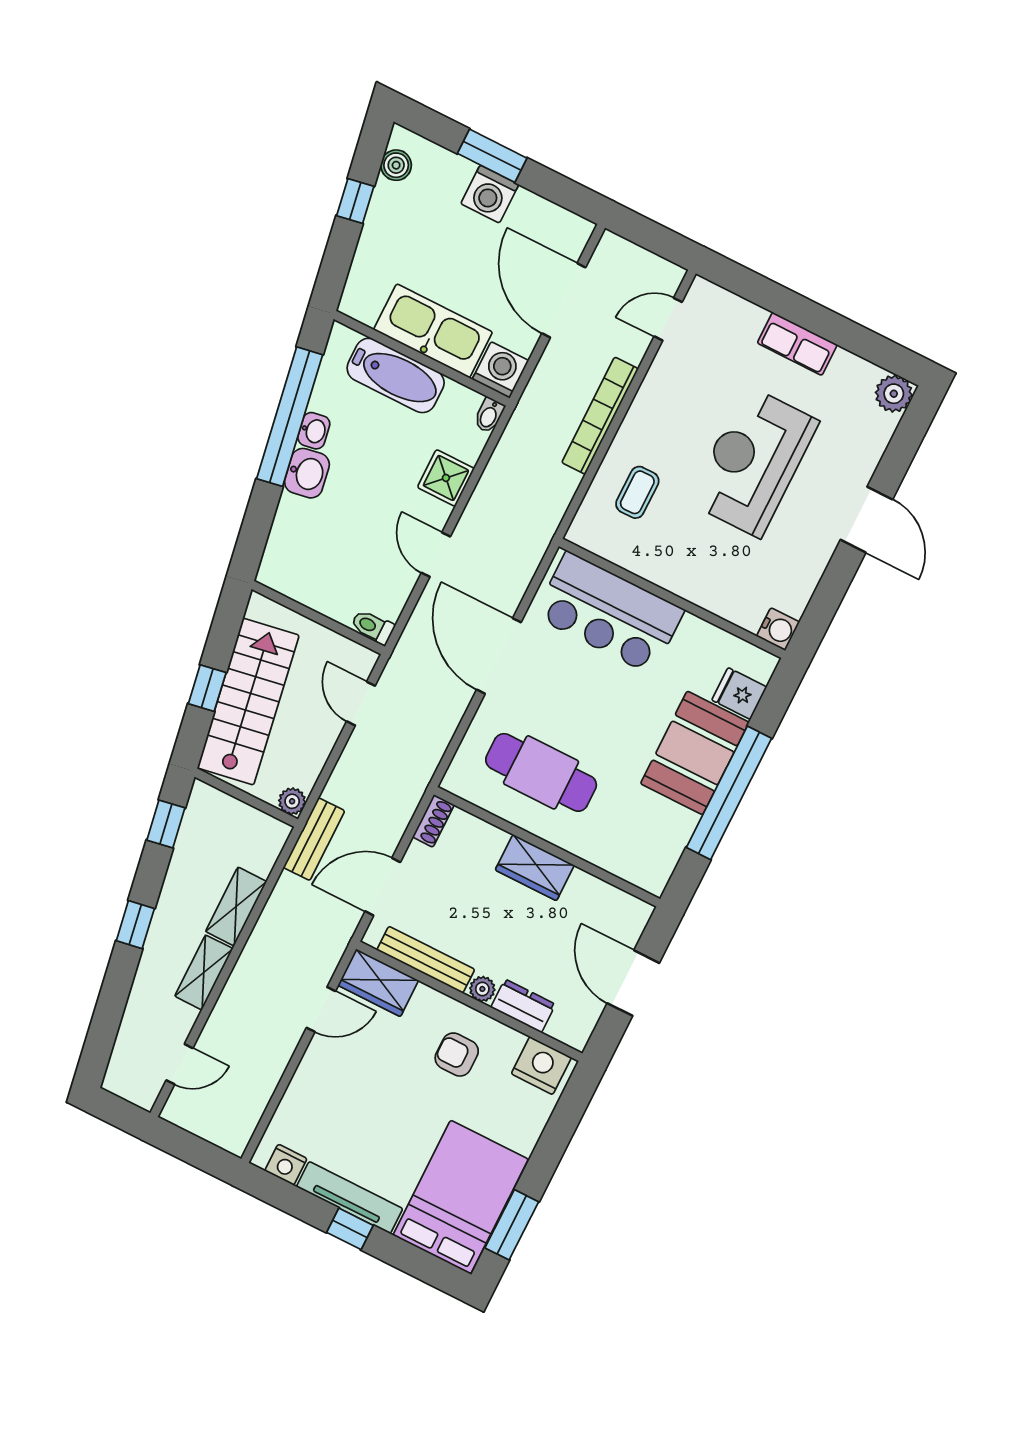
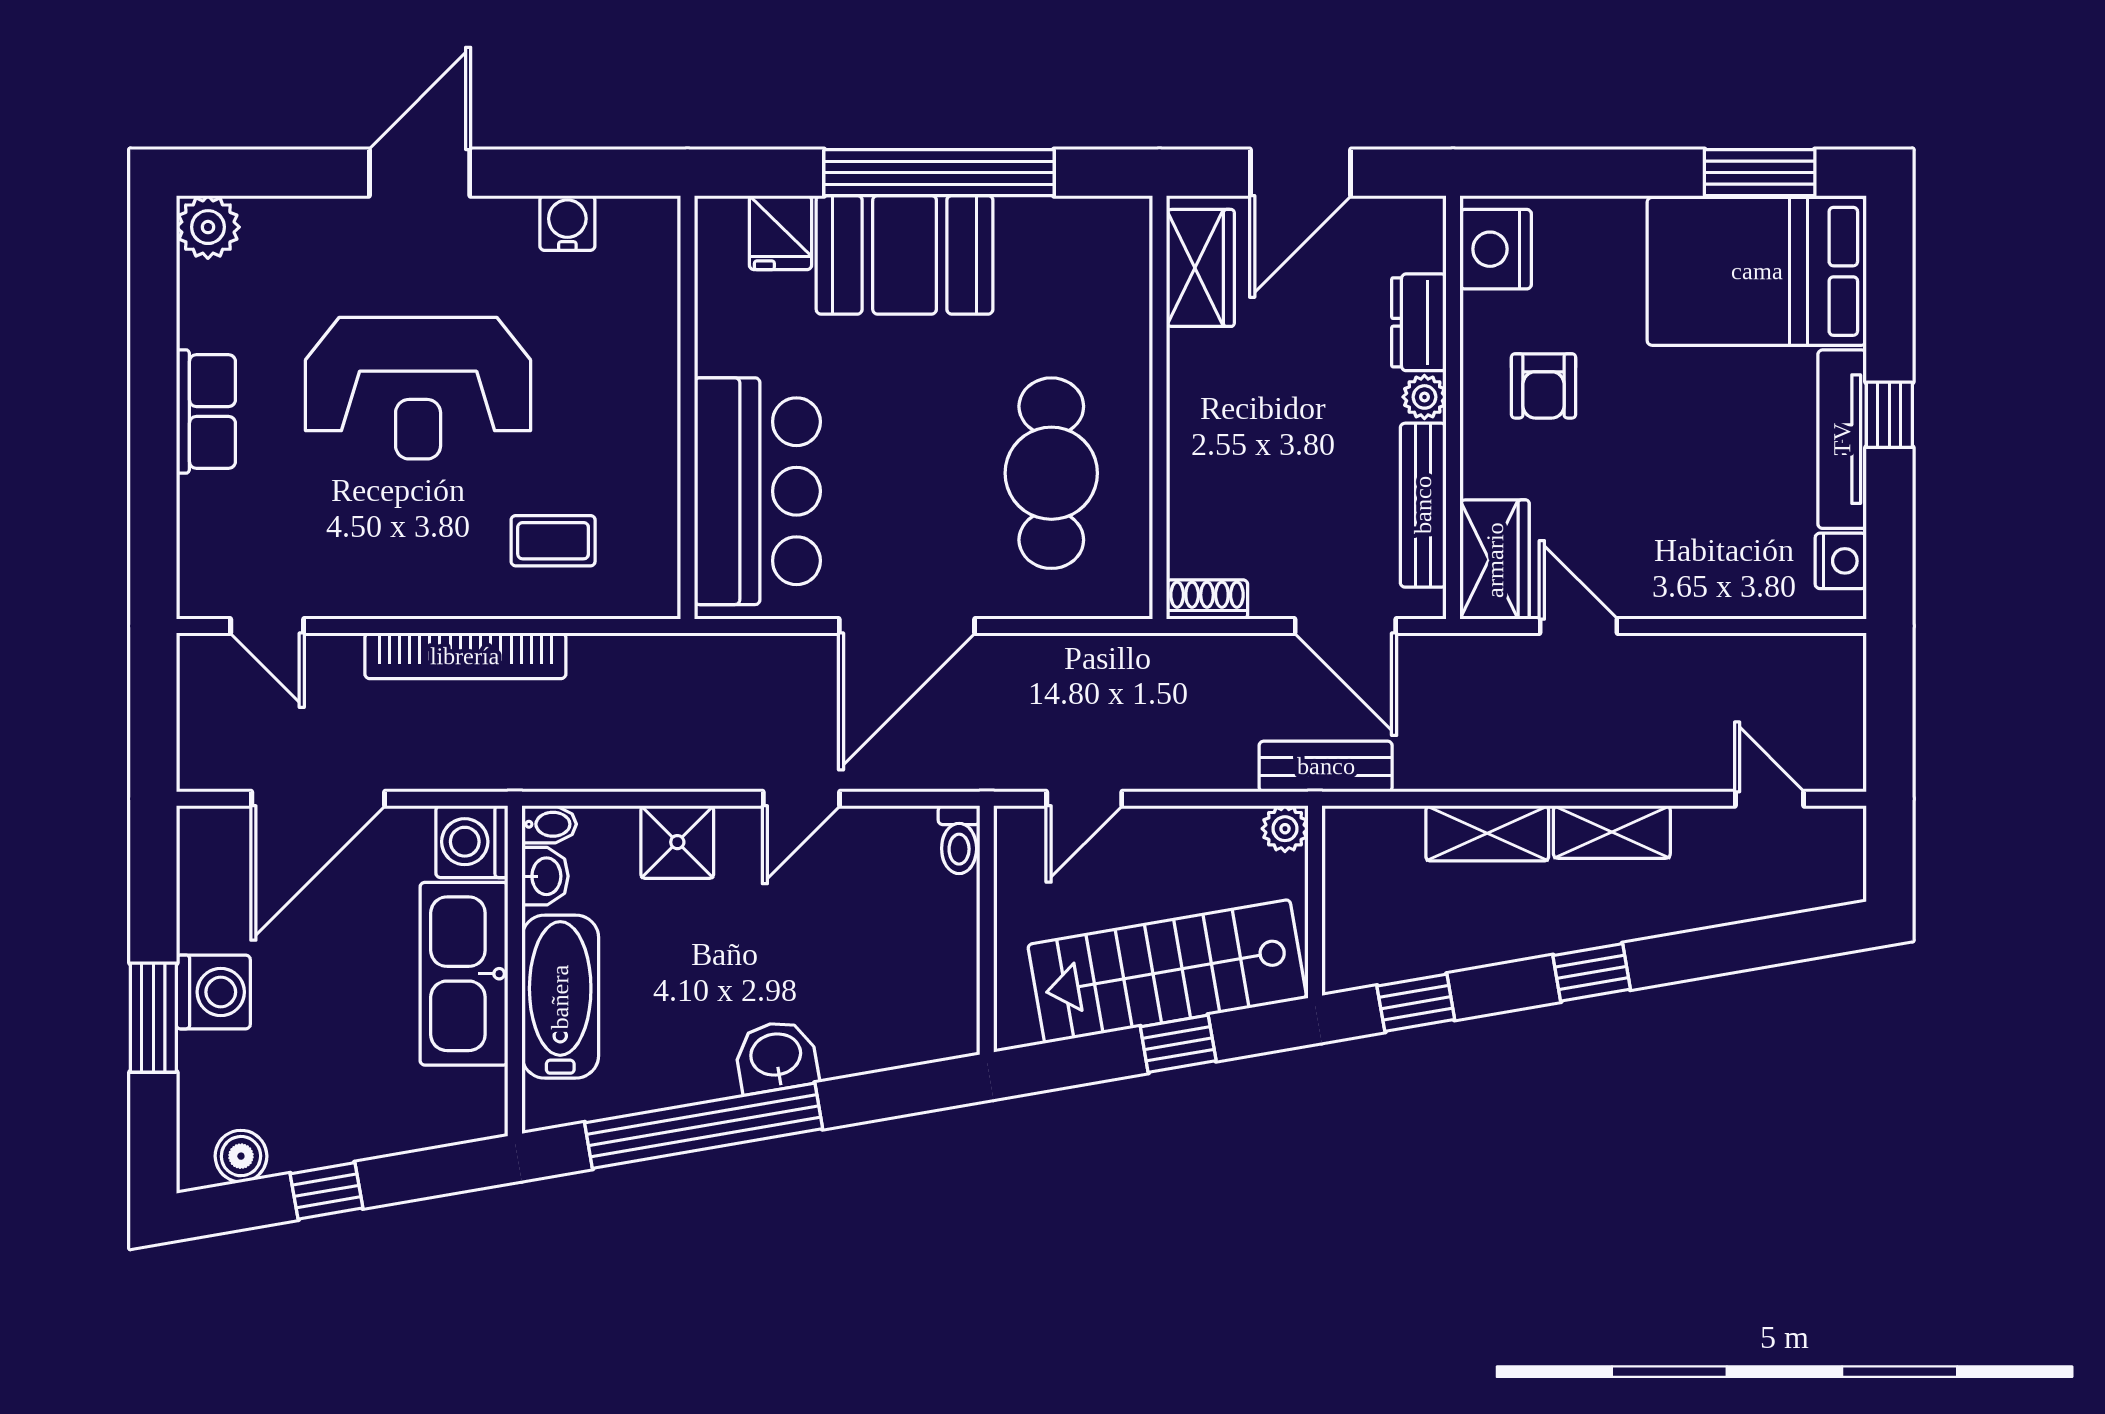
washbasin: (314, 431) -> (545, 876), moved, turned 100
water cooler: (778, 629) -> (567, 223), moved
wardrobe: (535, 868) -> (1200, 268), moved

